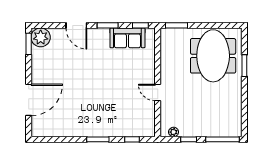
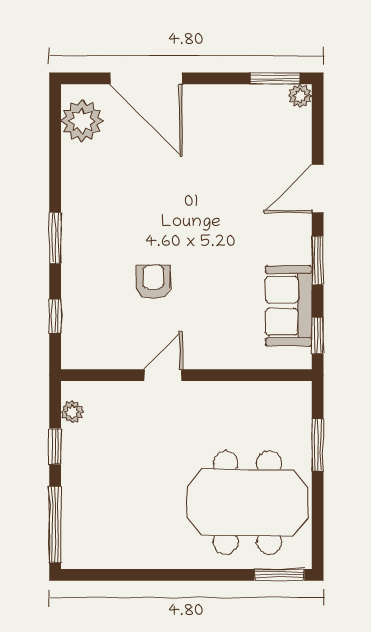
window: (176, 25) -> (318, 445), moved
plant: (41, 37) -> (300, 96), width x0.53, depth x0.53
window: (244, 66) -> (279, 575), moved
armchair: (117, 97) -> (153, 282), added
plant: (47, 128) -> (82, 121), added

